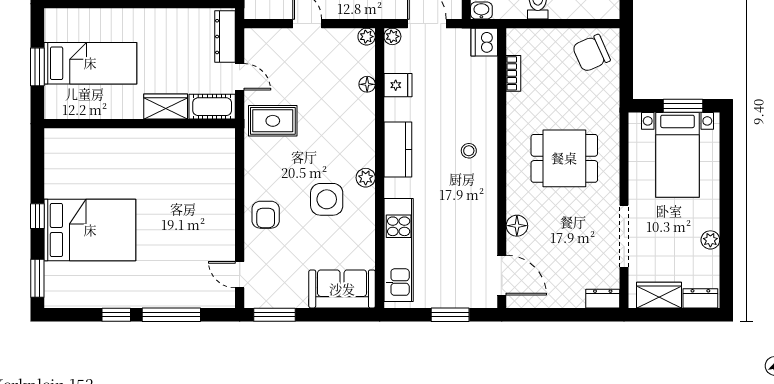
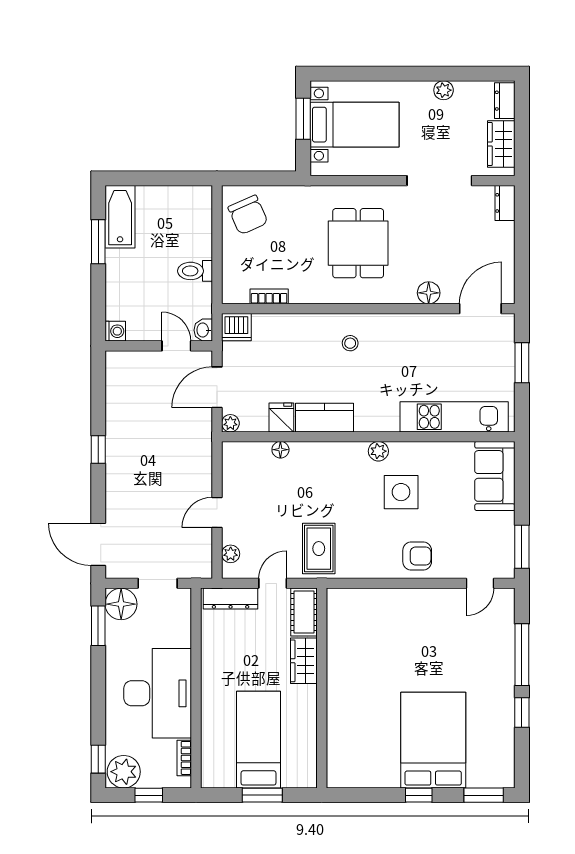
plant: (367, 37) -> (231, 554), moved
kitchen counter: (398, 149) -> (324, 418), moved

